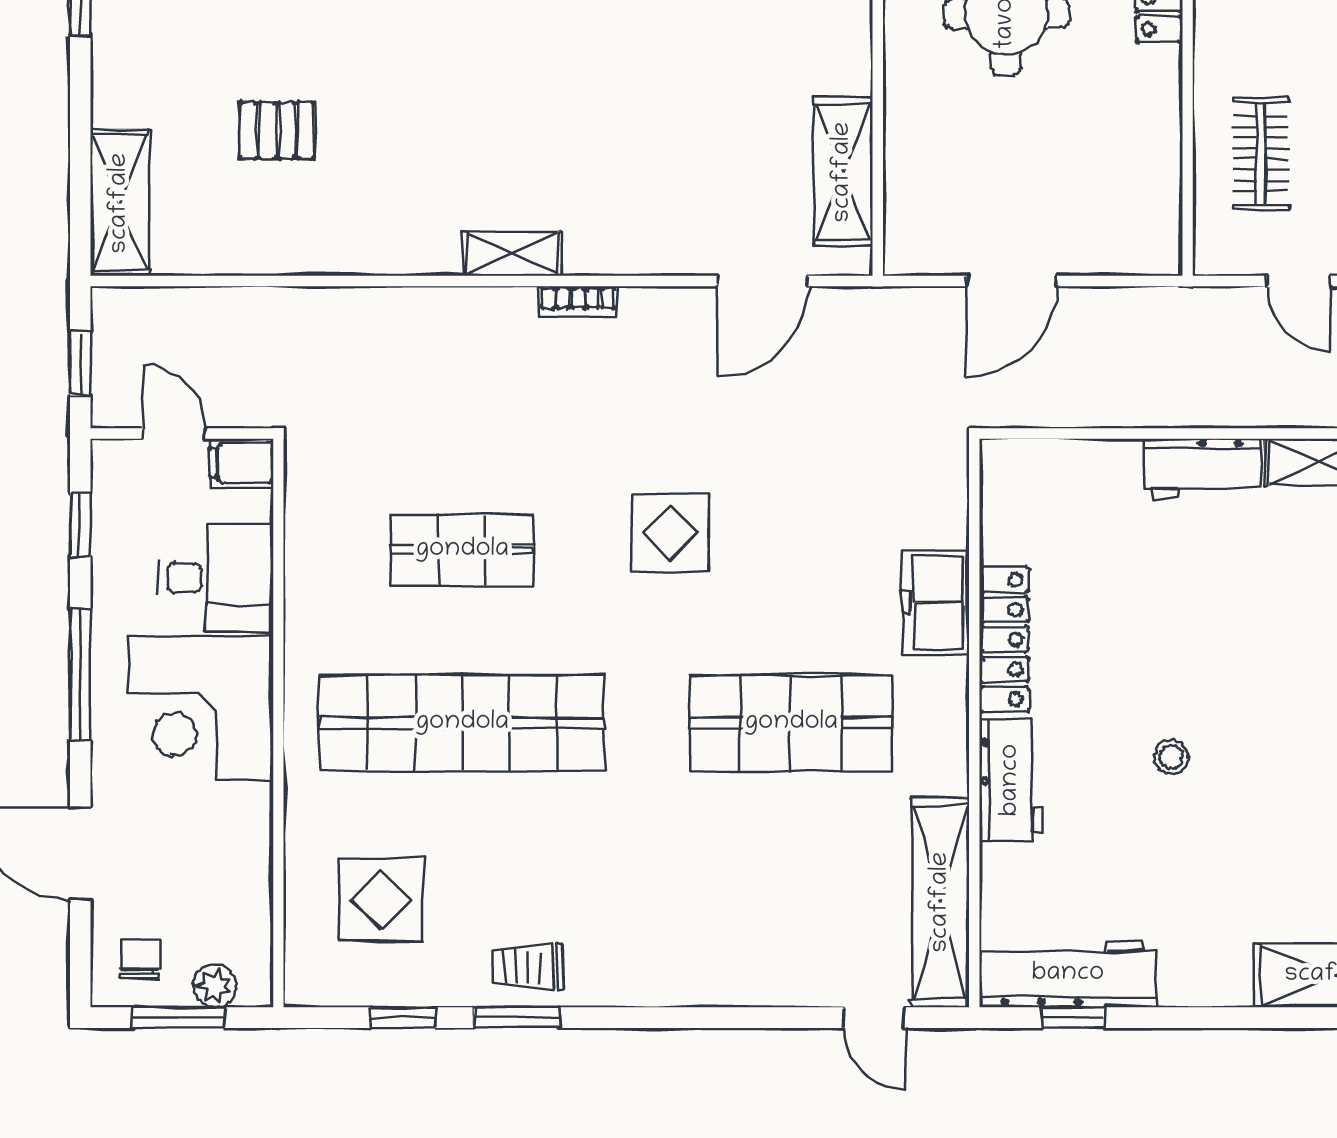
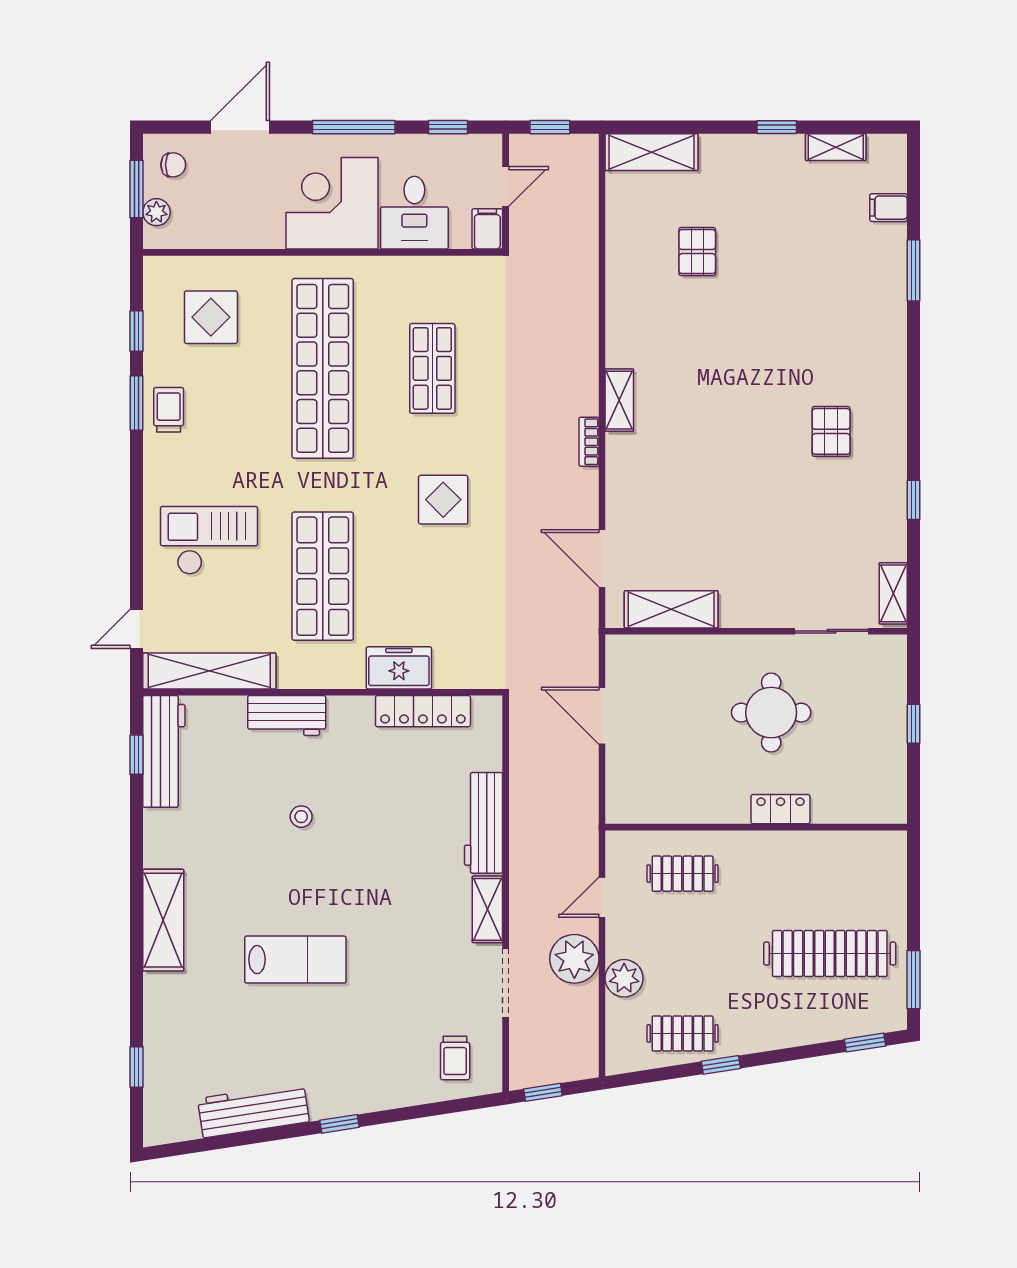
workbench: (1203, 469) -> (484, 823), width x1.38
locker: (1004, 639) -> (423, 711), moved
checkout: (734, 903) -> (209, 540), added

